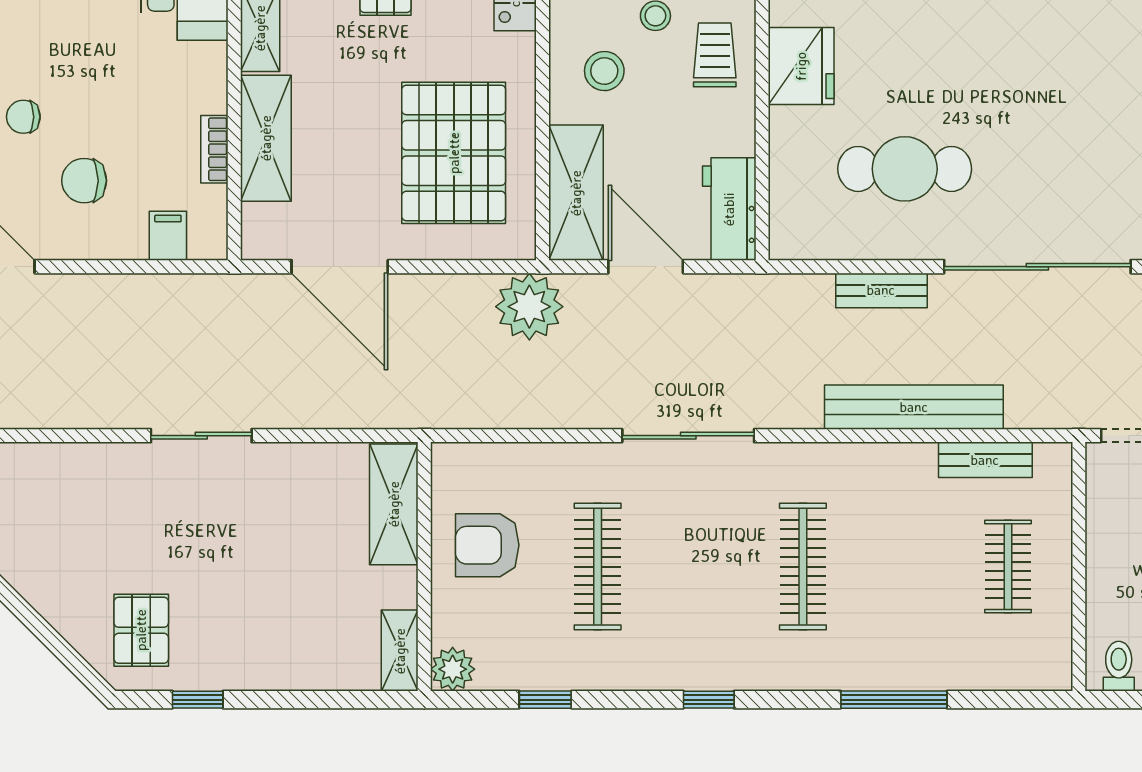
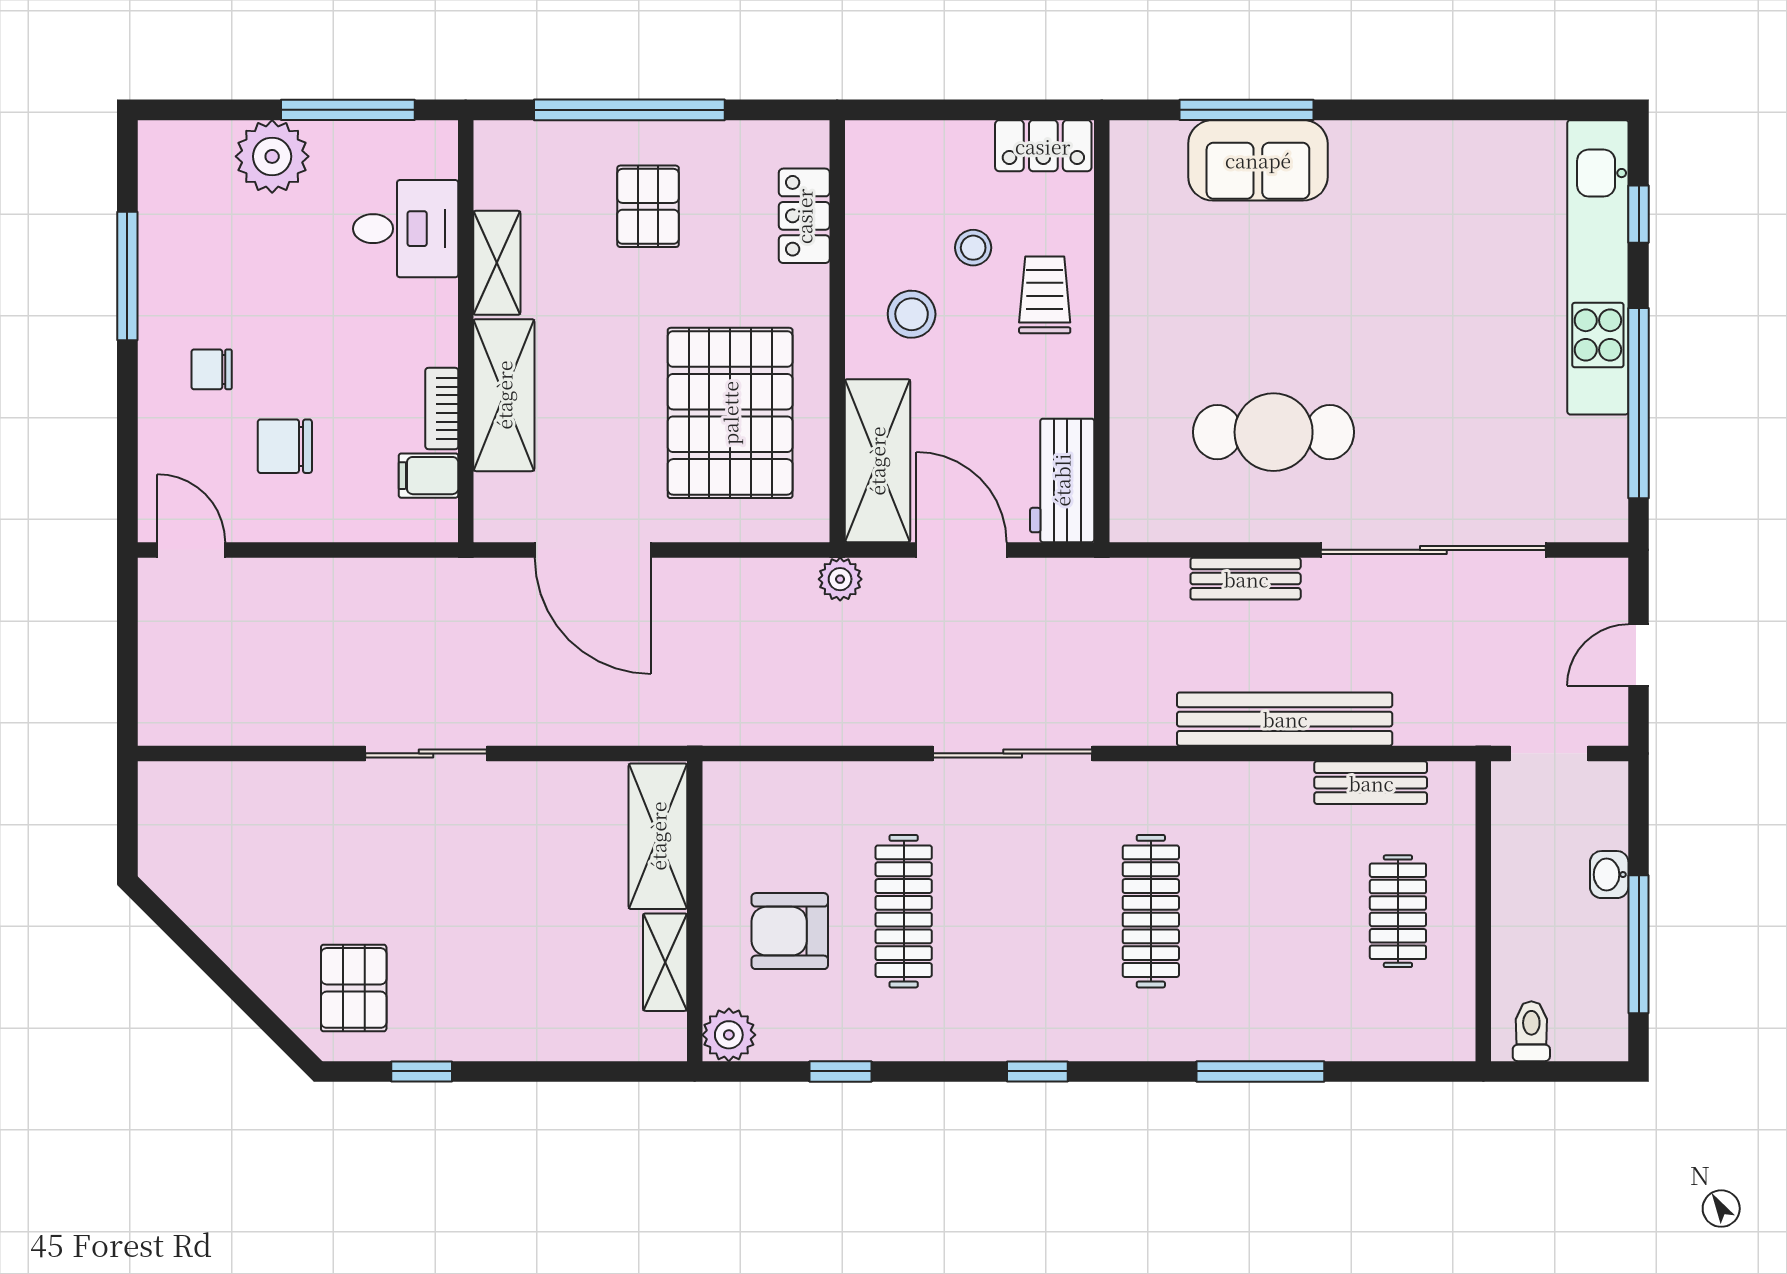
fridge: (801, 66) -> (1149, 308), removed
filing cabinet: (168, 236) -> (428, 476), moved, turned -90
plant: (529, 307) -> (840, 579), width x0.53, depth x0.53
armchair: (487, 545) -> (790, 931), moved
shelving: (400, 651) -> (665, 962), moved

